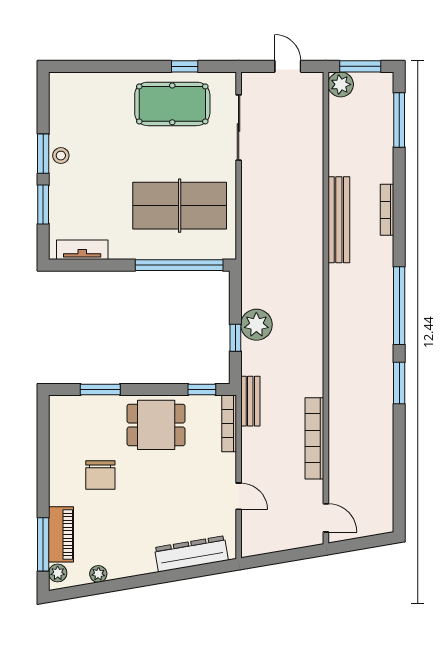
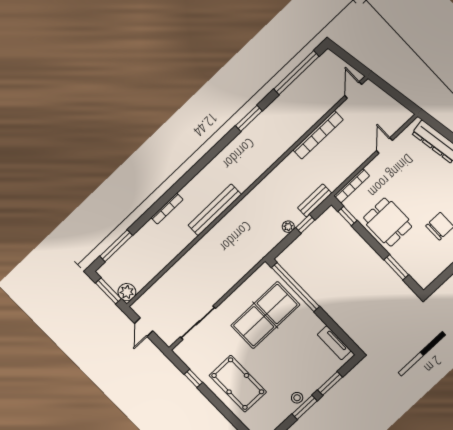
pool table: (172, 104) -> (238, 384), moved
table tennis table: (180, 206) -> (265, 315), turned 90
bench: (339, 220) -> (215, 210), moved
window: (399, 306) -> (296, 73), moved
plant: (256, 325) -> (288, 227), width x0.53, depth x0.53
bench: (250, 401) -> (315, 200), moved

